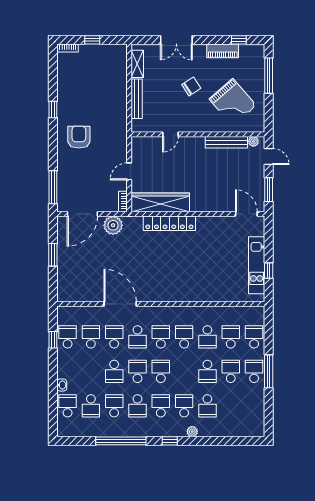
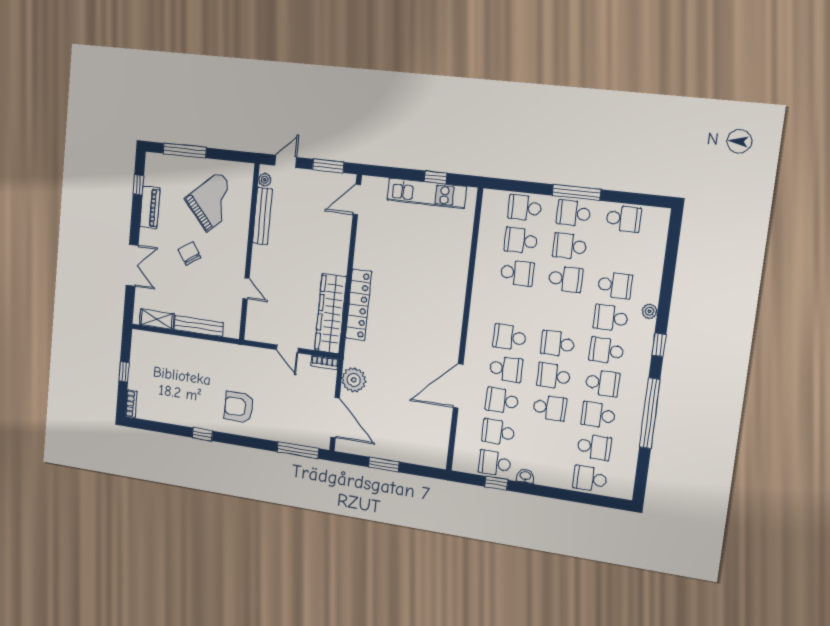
school desk: (184, 337) -> (624, 219), moved, turned 180
washbasin: (62, 385) -> (525, 476), moved

